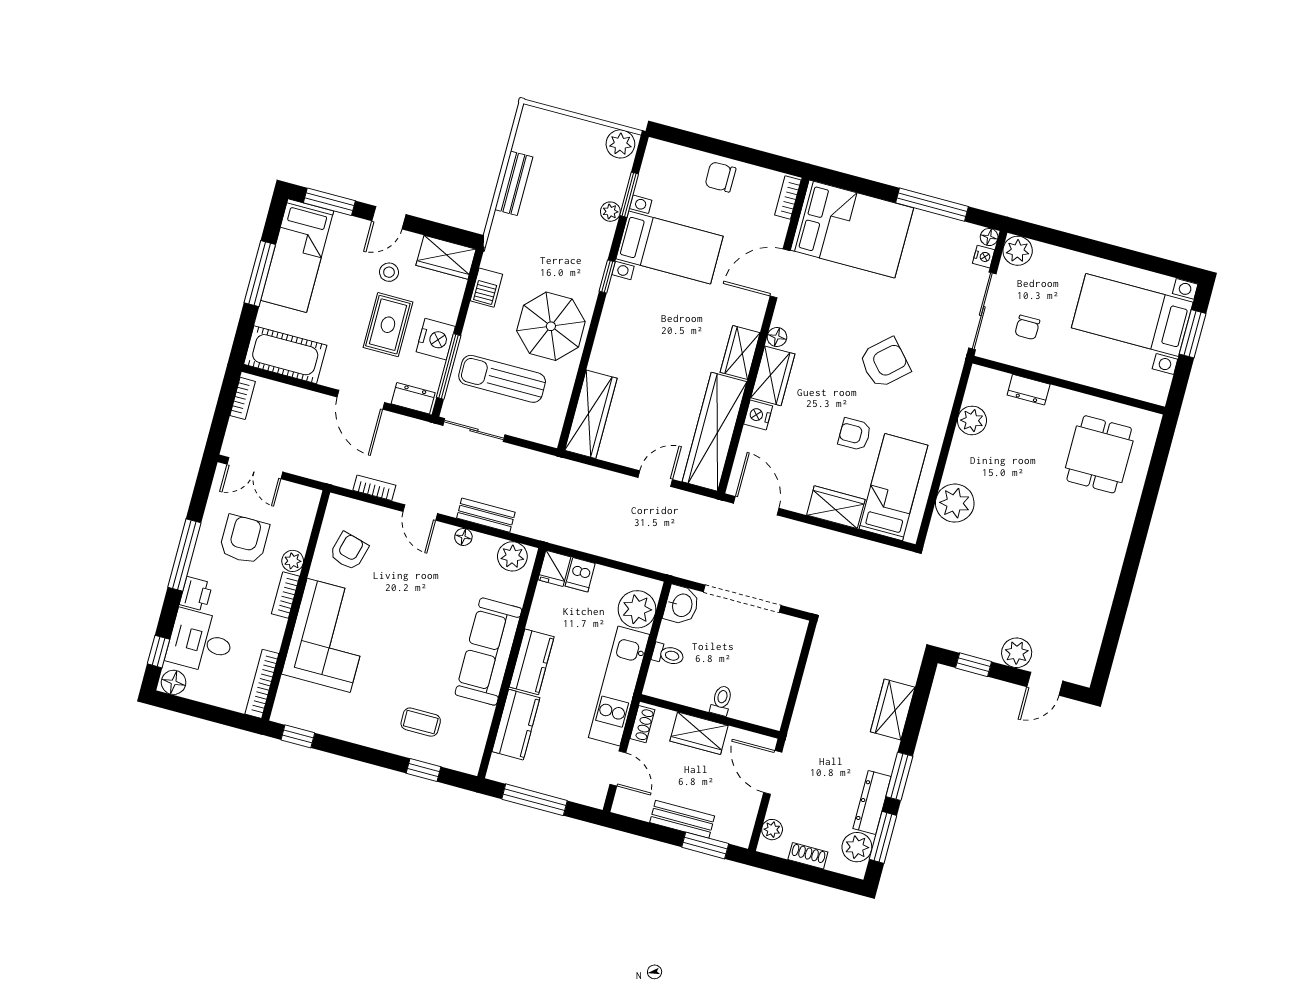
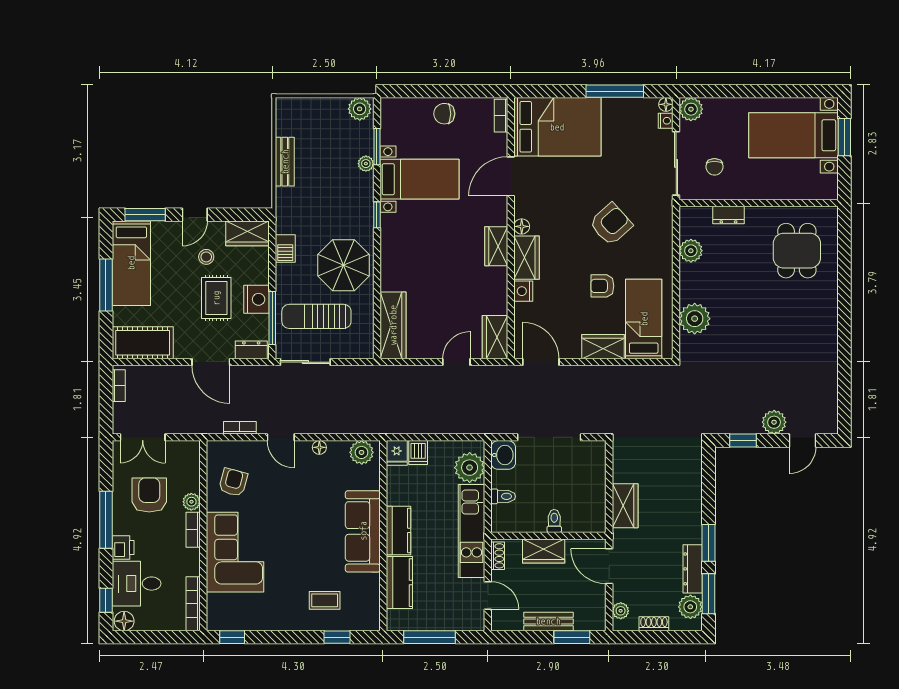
wardrobe: (715, 432) -> (495, 337), width x0.48, depth x0.85
bench: (486, 515) -> (332, 426), removed
wardrobe: (893, 709) -> (625, 506), moved, turned 180

